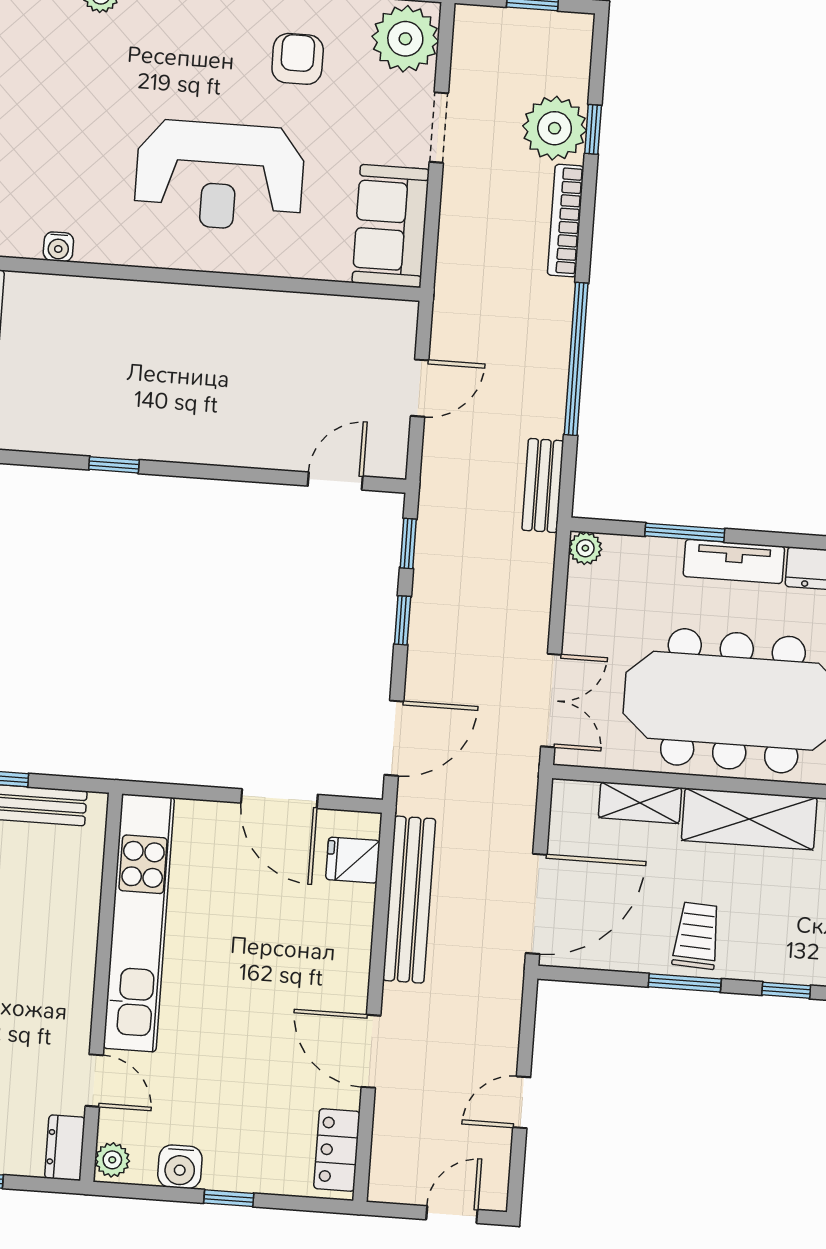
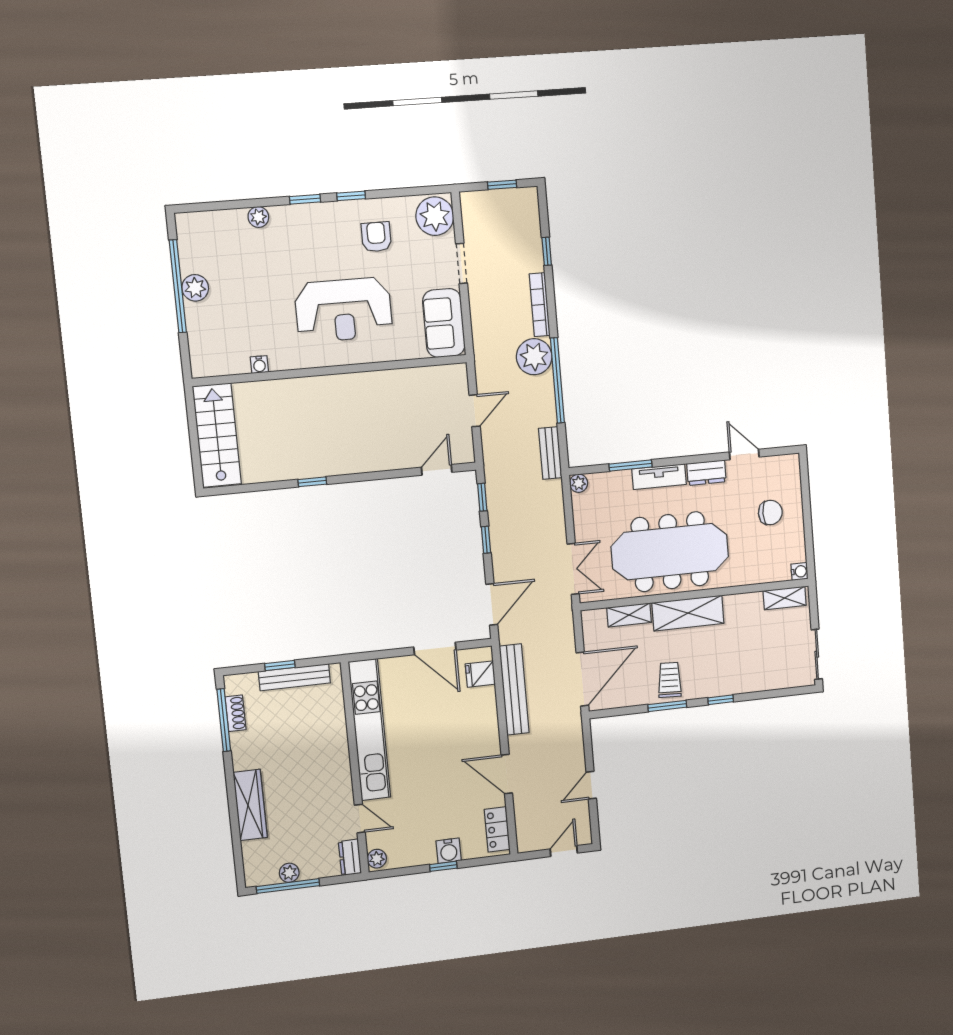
plant: (555, 128) -> (534, 357), moved
water cooler: (180, 1167) -> (449, 851), moved

